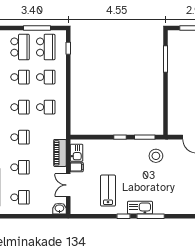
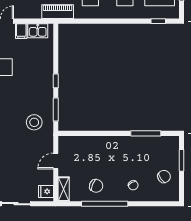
piano: (60, 153) -> (58, 12), moved

